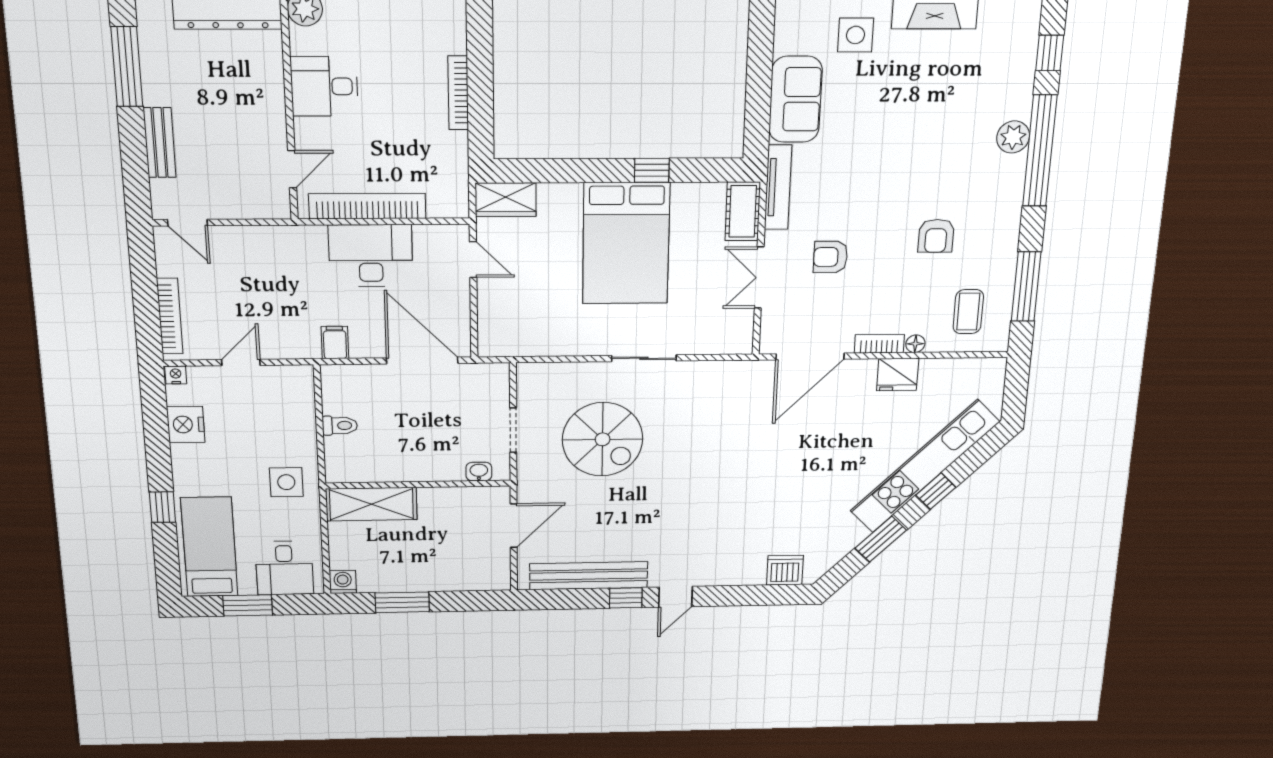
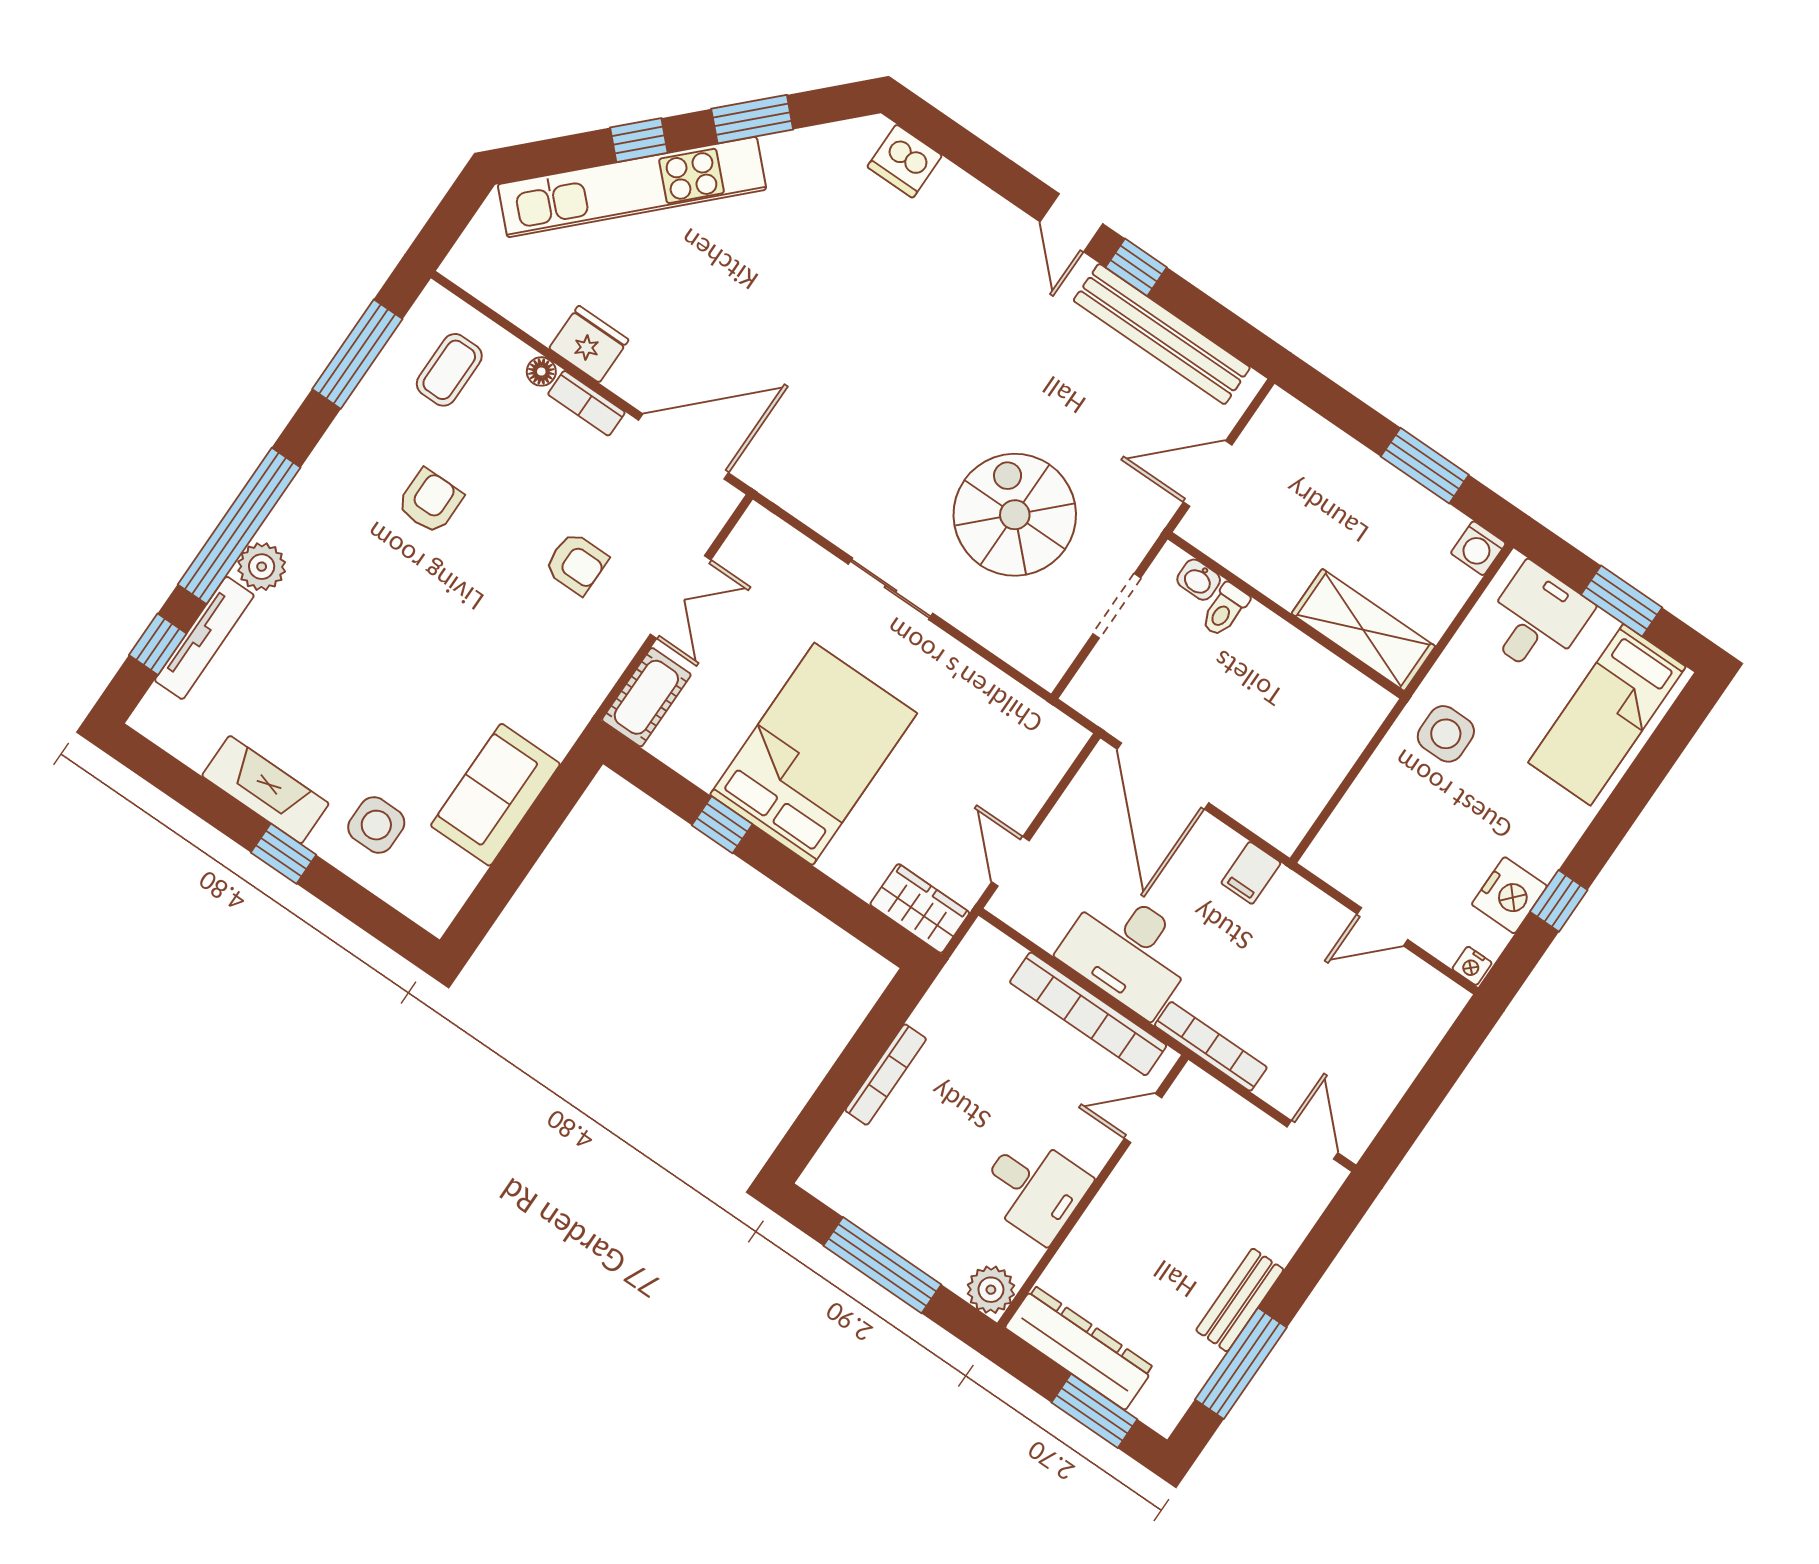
bench: (160, 143) -> (1240, 1300), moved
tv unit: (778, 187) -> (204, 638), moved, turned 180
bookcase: (170, 316) -> (1211, 1046), moved, turned 90
toilet: (340, 426) -> (1225, 610), moved, turned -90
window: (162, 507) -> (1559, 901), moved
door: (675, 597) -> (1071, 223), swing flipped

